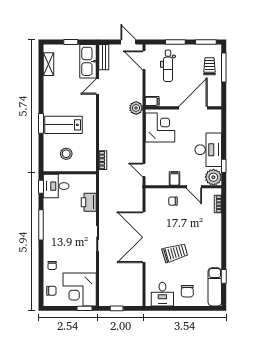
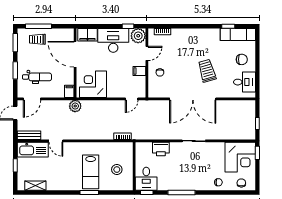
filing cabinet: (214, 121) -> (87, 35), added

